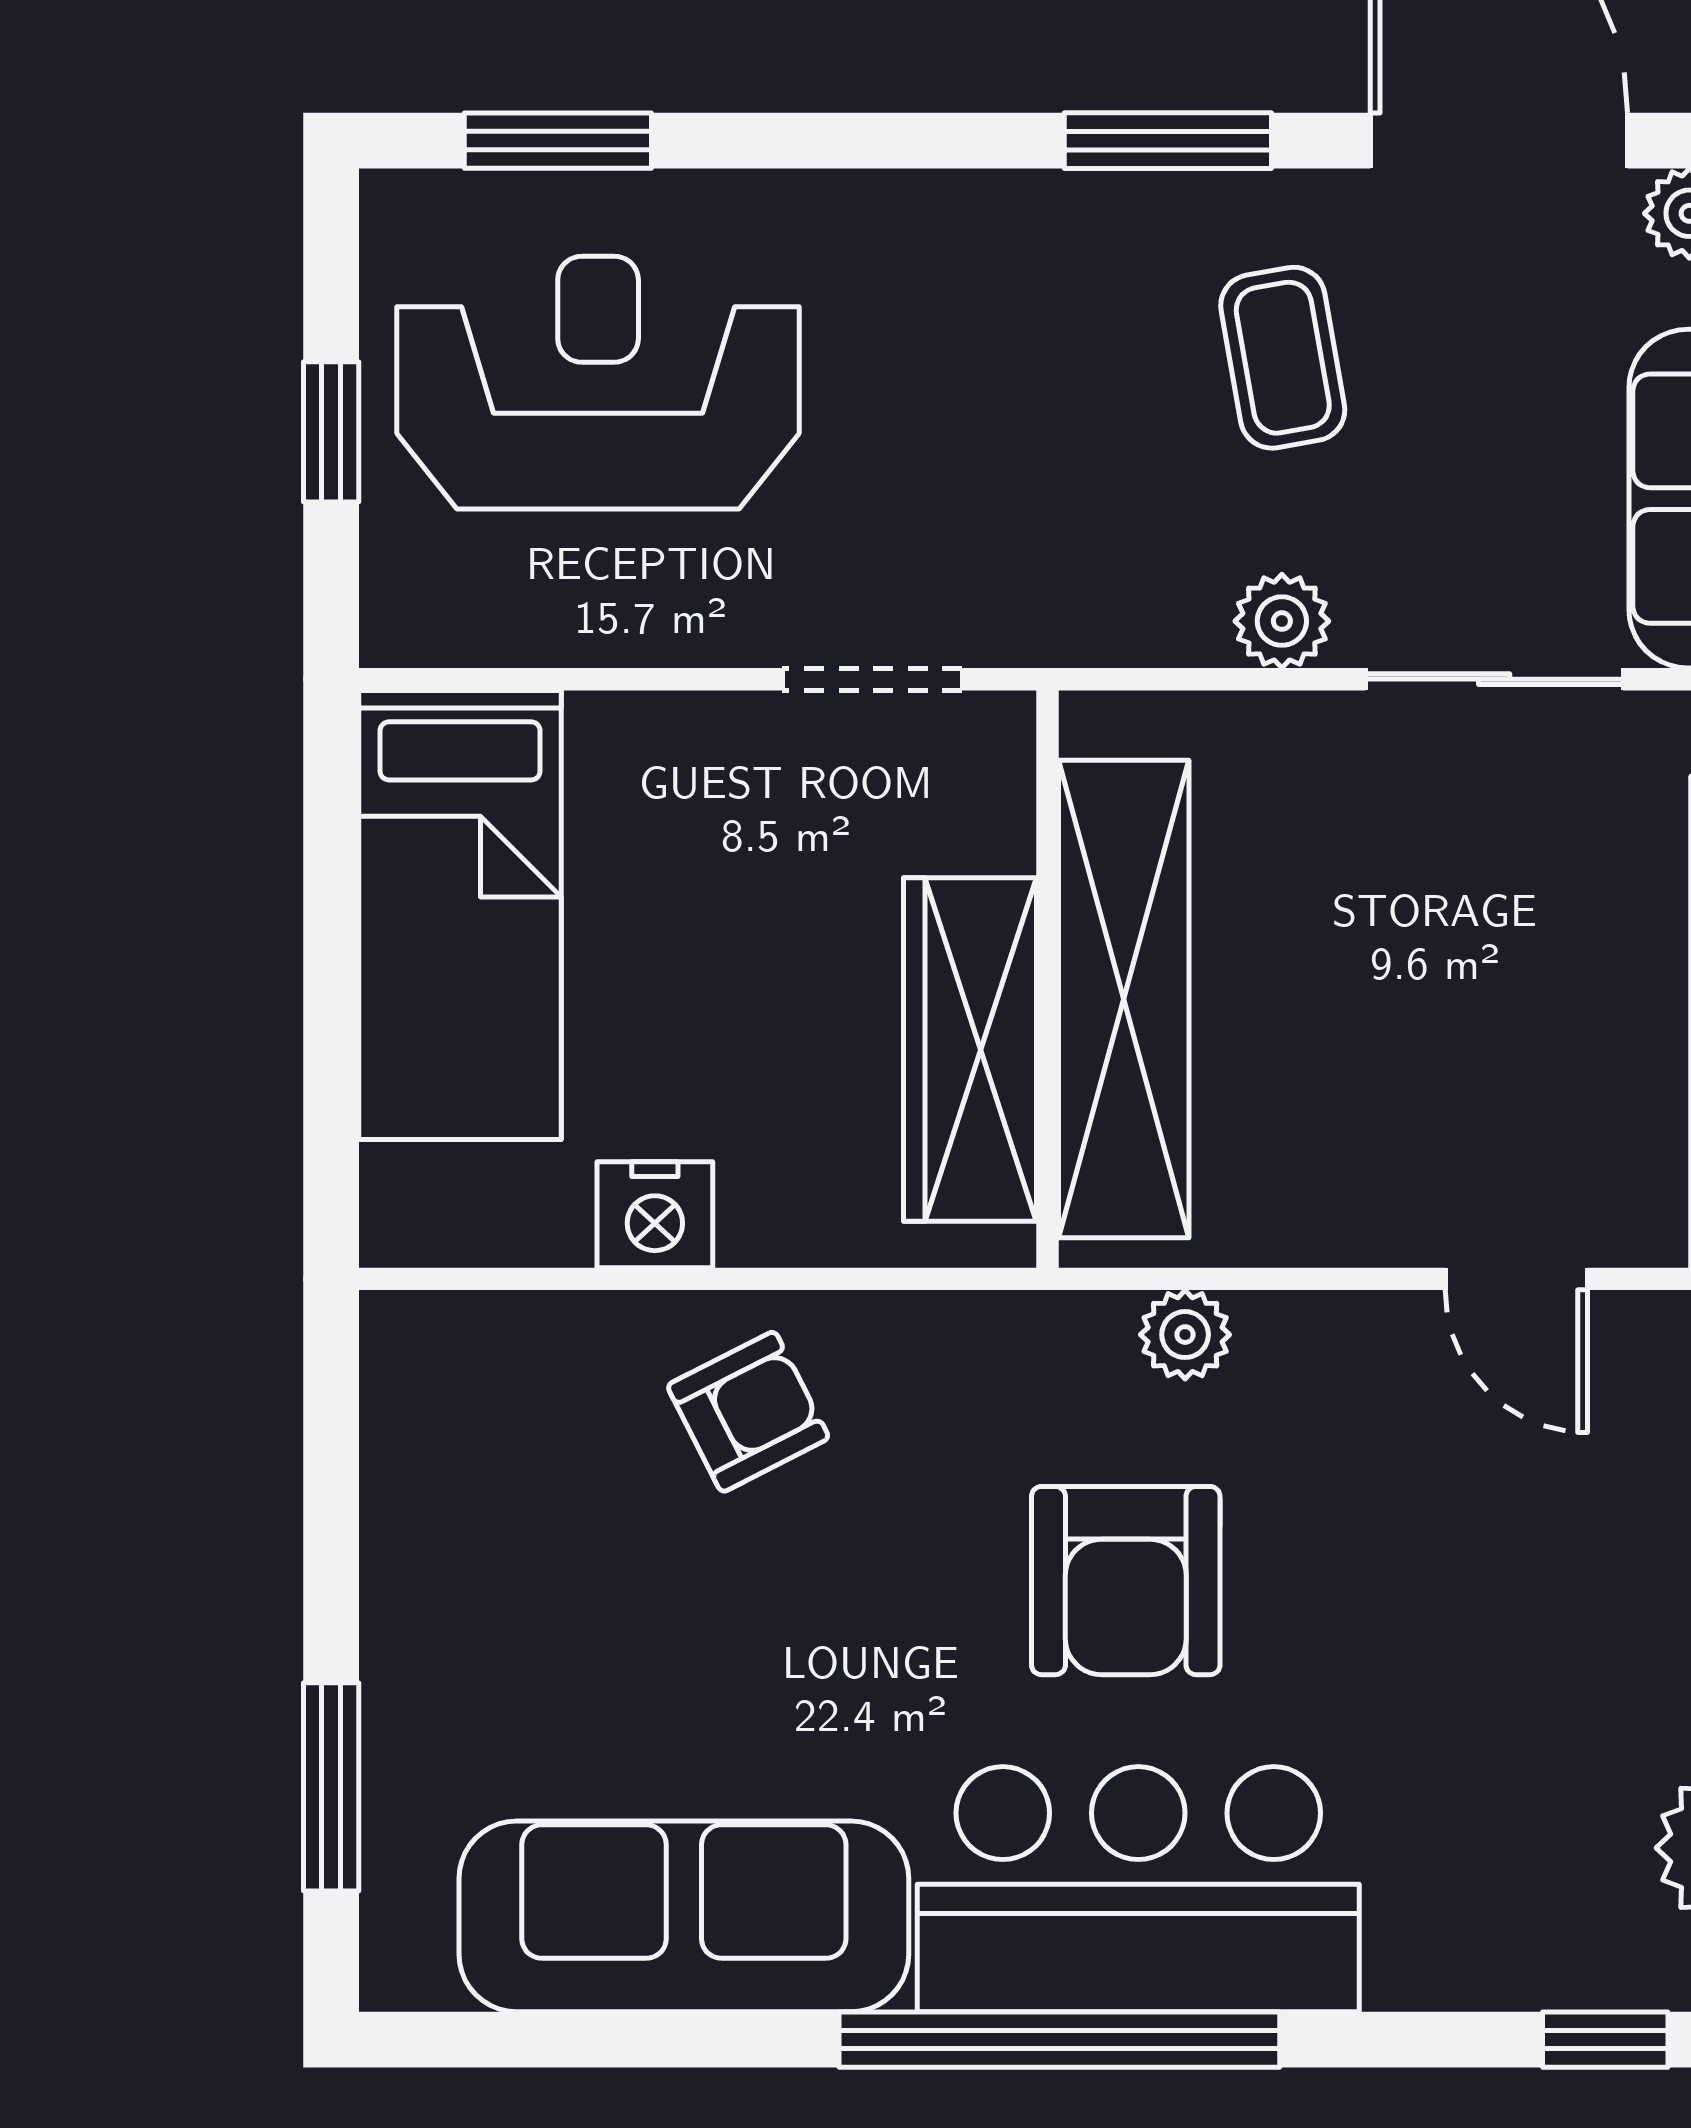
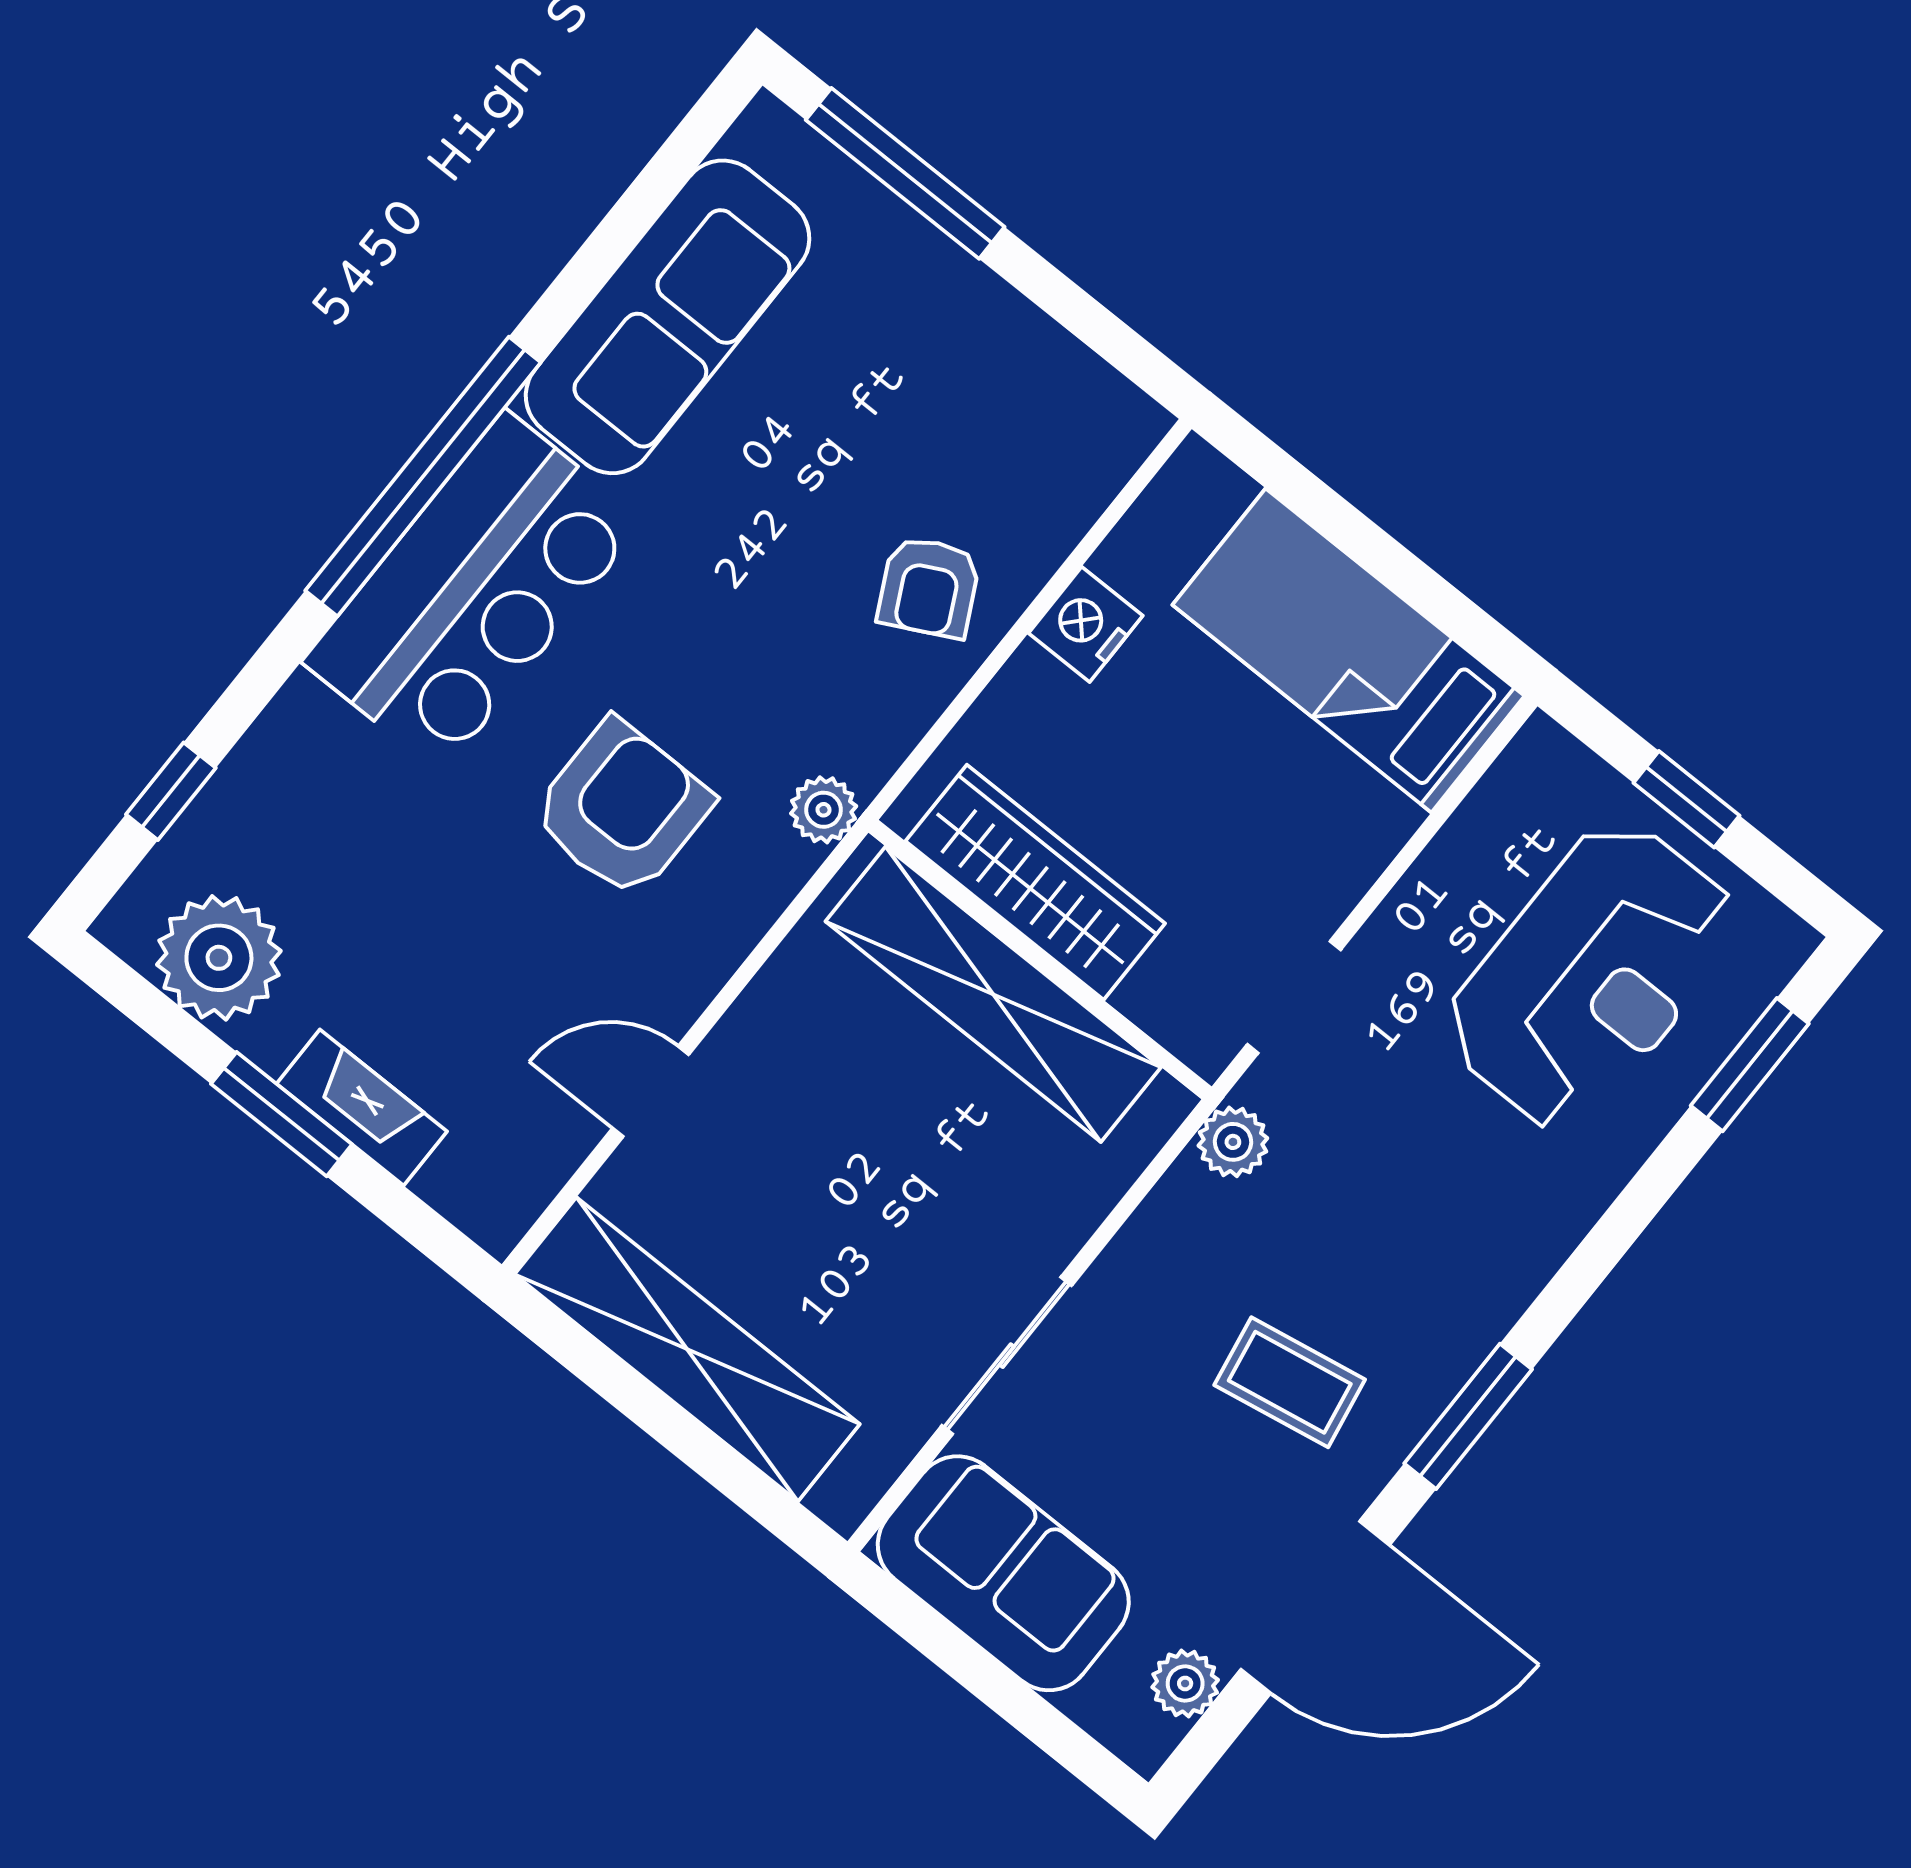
plant: (1282, 621) -> (1233, 1142), moved
plant: (1185, 1335) -> (824, 810), moved
armchair: (1126, 1581) -> (622, 809), moved, turned 90
window: (331, 1787) -> (905, 173), width x1.44

